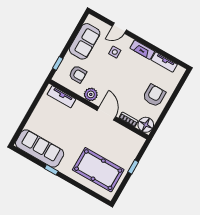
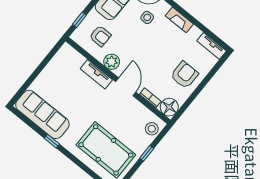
tv unit: (164, 62) -> (212, 46), moved
tv unit: (61, 97) -> (96, 74), moved
stool: (134, 145) -> (152, 129), added

